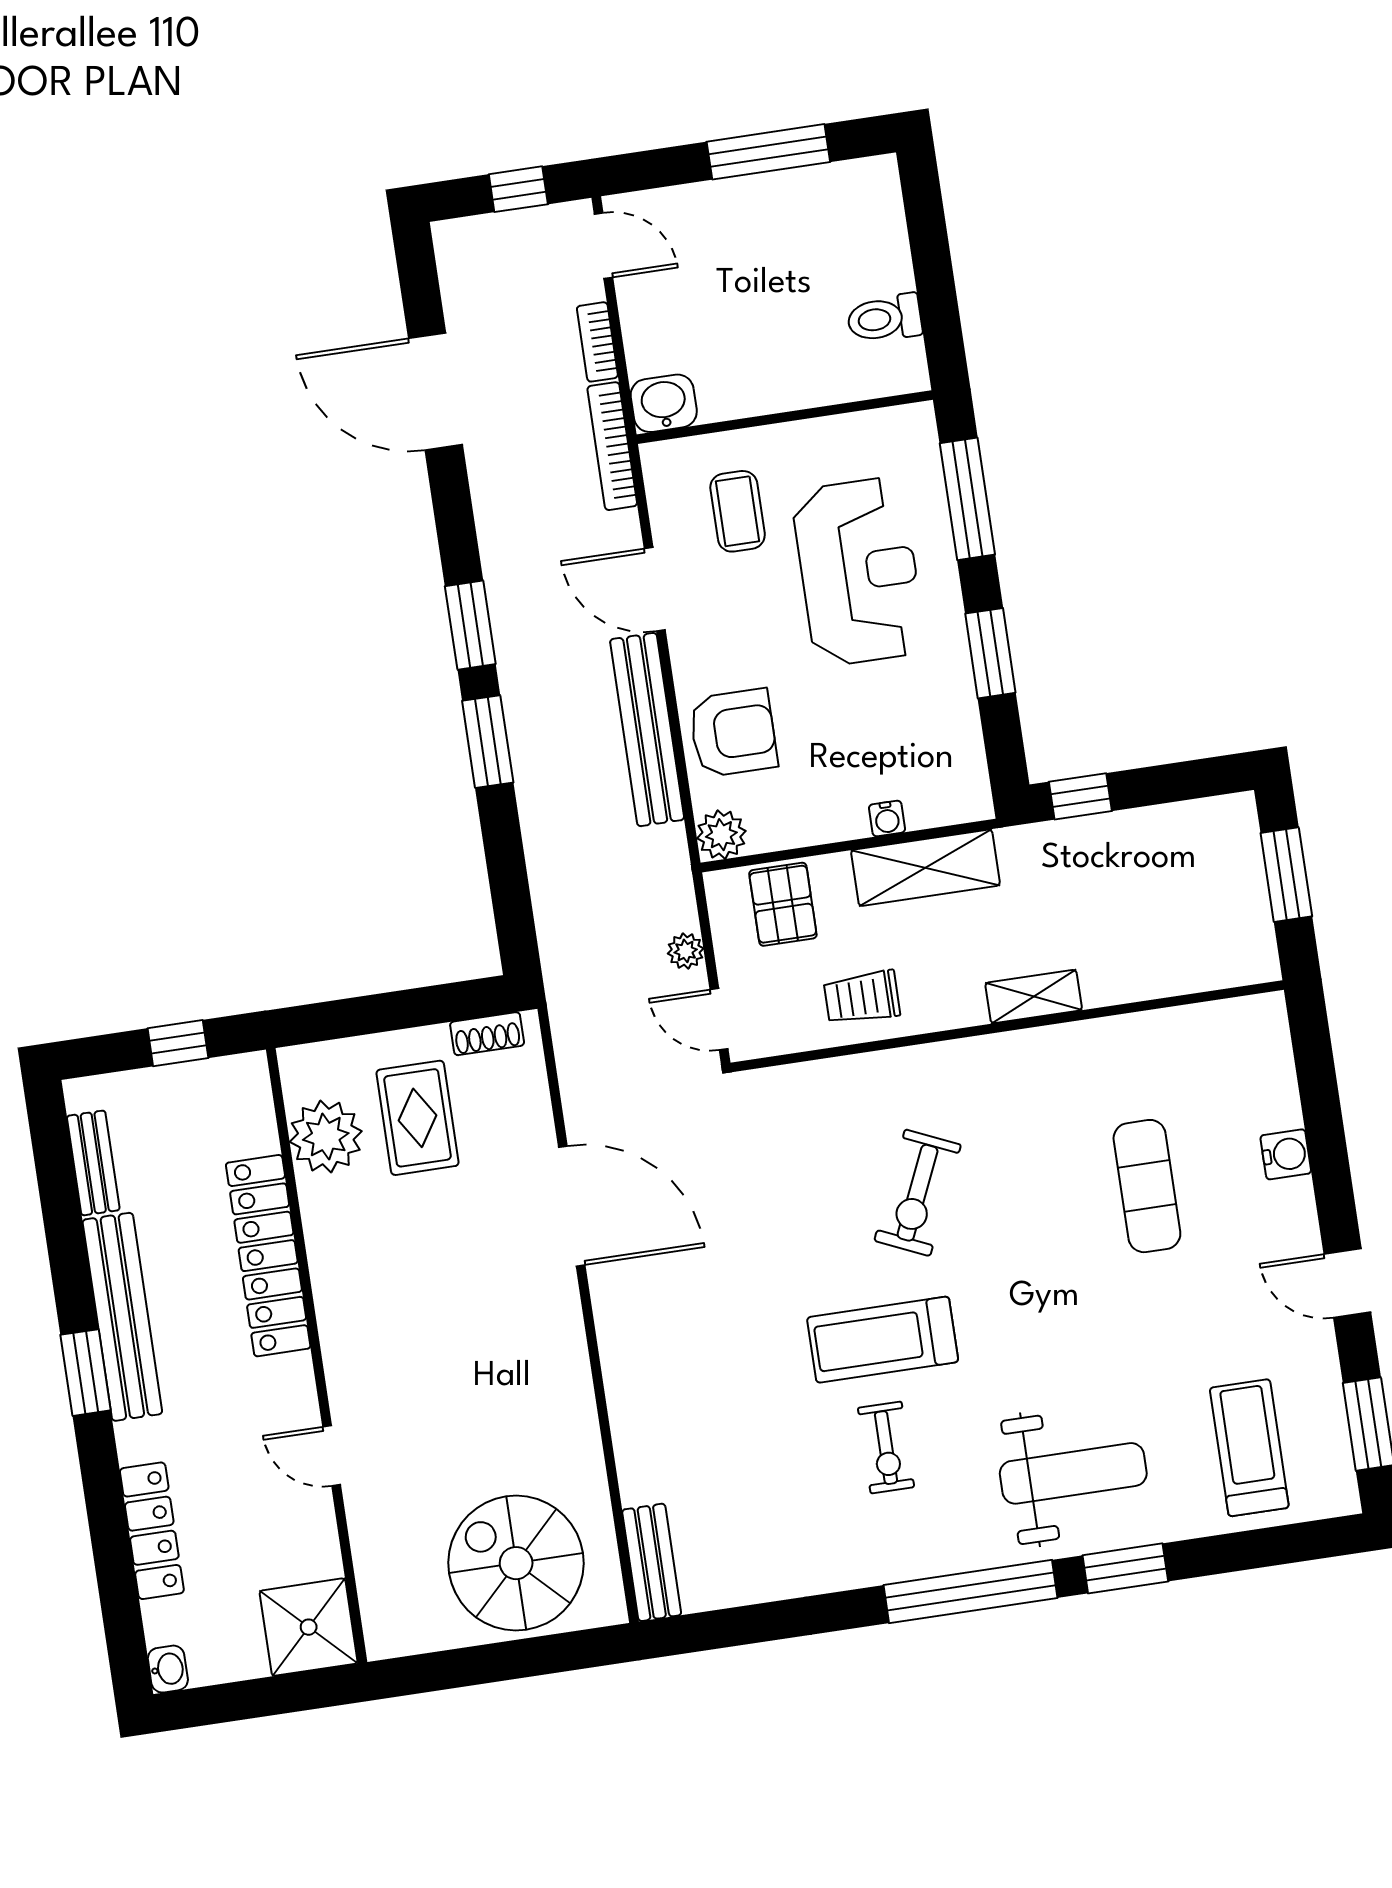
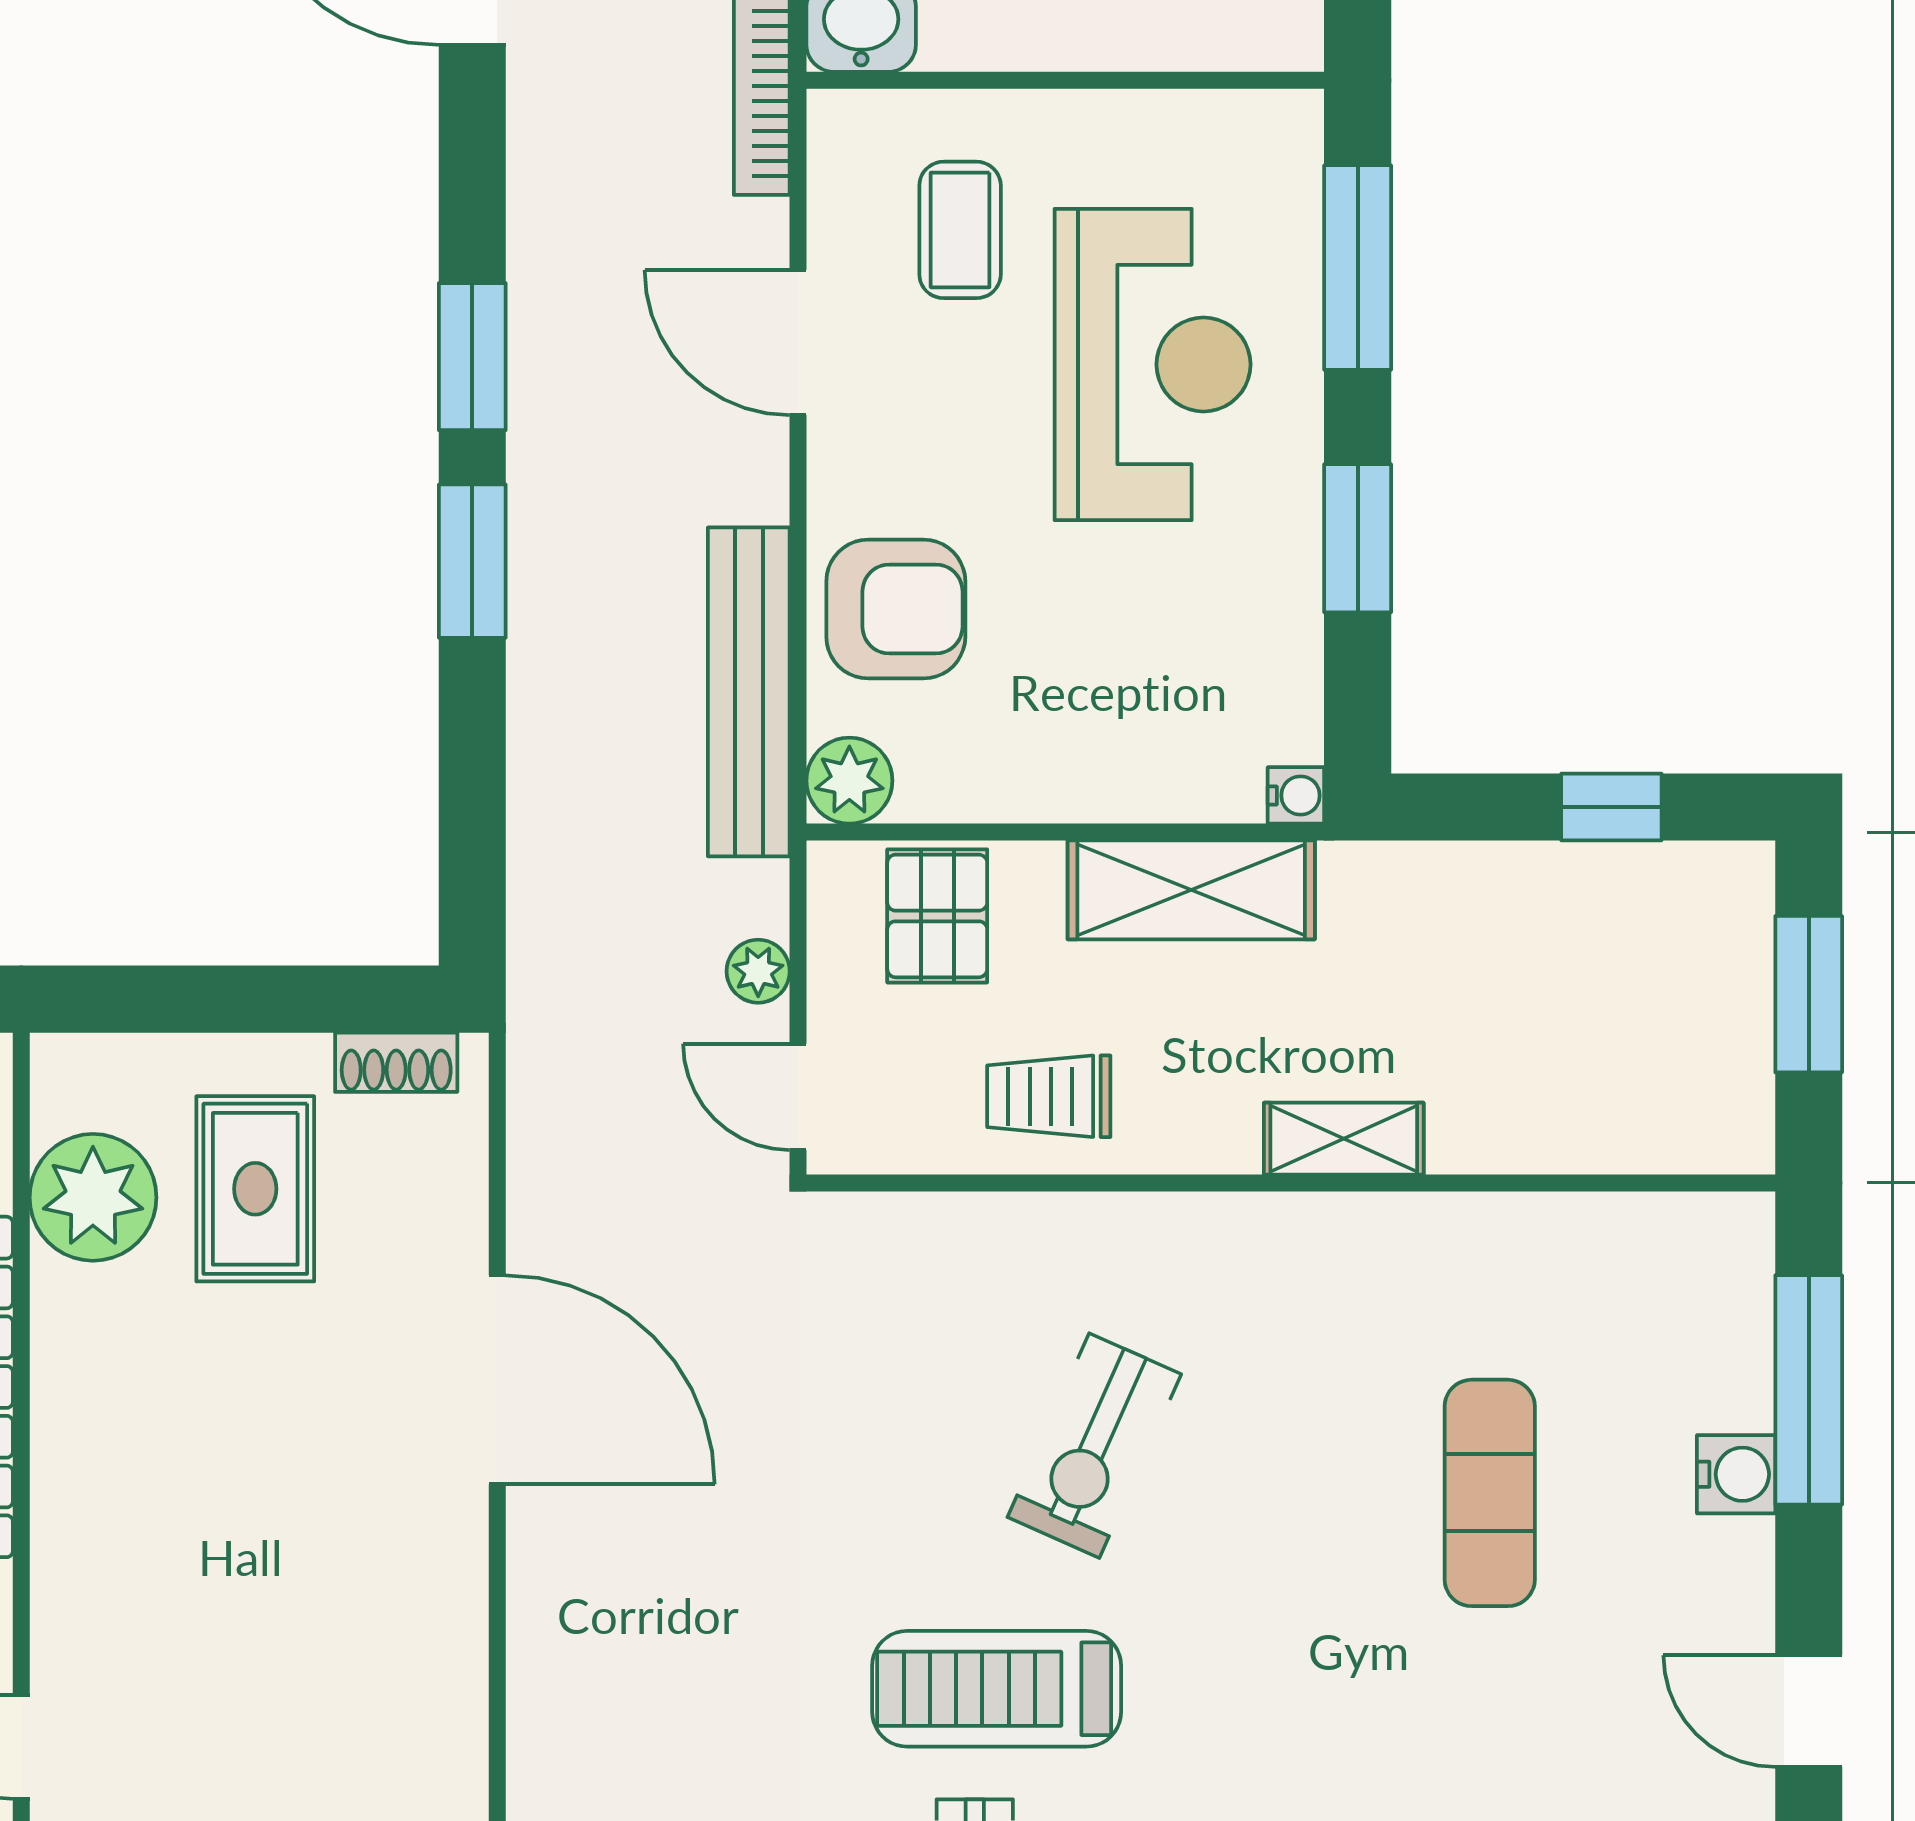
bench: (647, 730) -> (749, 692), moved
window: (1080, 796) -> (1611, 807), moved
water cooler: (887, 818) -> (1296, 795), moved, turned -90
window: (1320, 1100) -> (1809, 1390), added

